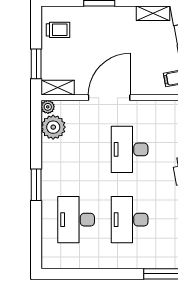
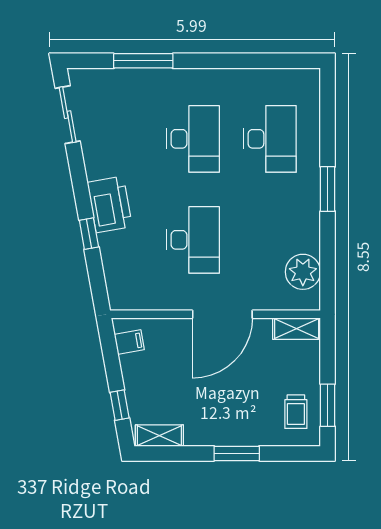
trolley: (58, 30) -> (296, 412), turned -90
window: (36, 64) -> (328, 405), moved
plant: (48, 107) -> (311, 301), removed

